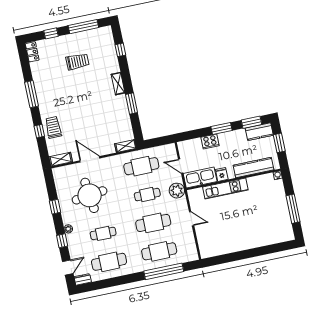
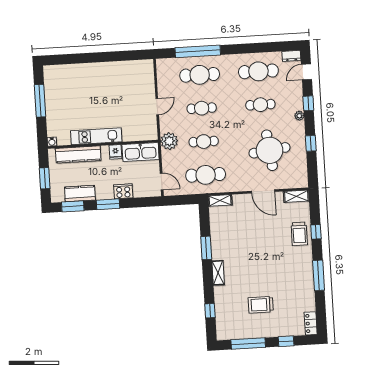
kitchen counter: (259, 132) -> (80, 193), moved
door: (181, 166) -> (162, 181), moved
kitchen unit: (225, 188) -> (96, 136), moved
door: (192, 219) -> (157, 107), swing flipped
cafe table: (153, 223) -> (202, 108), width x0.73, depth x0.74

